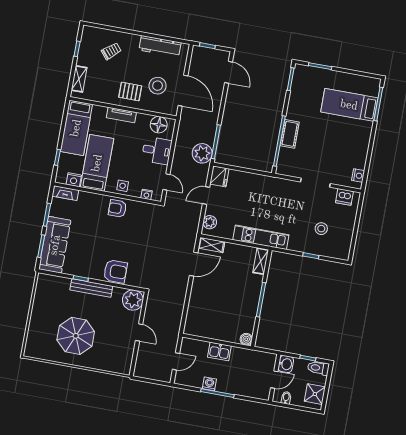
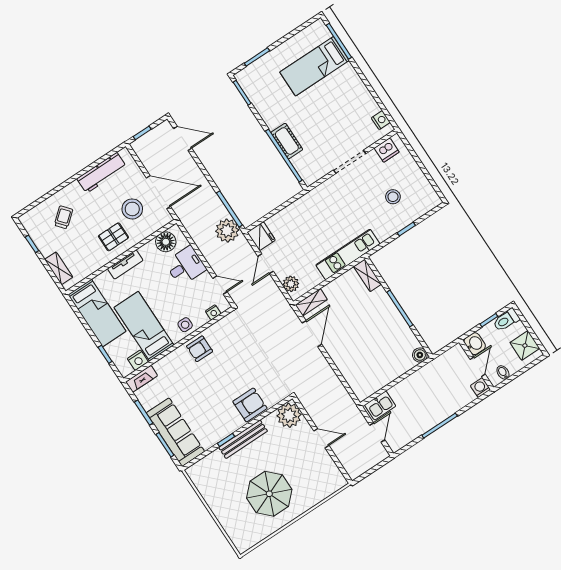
kitchen sink: (219, 351) -> (380, 406), moved
washing machine: (209, 384) -> (480, 388), moved

